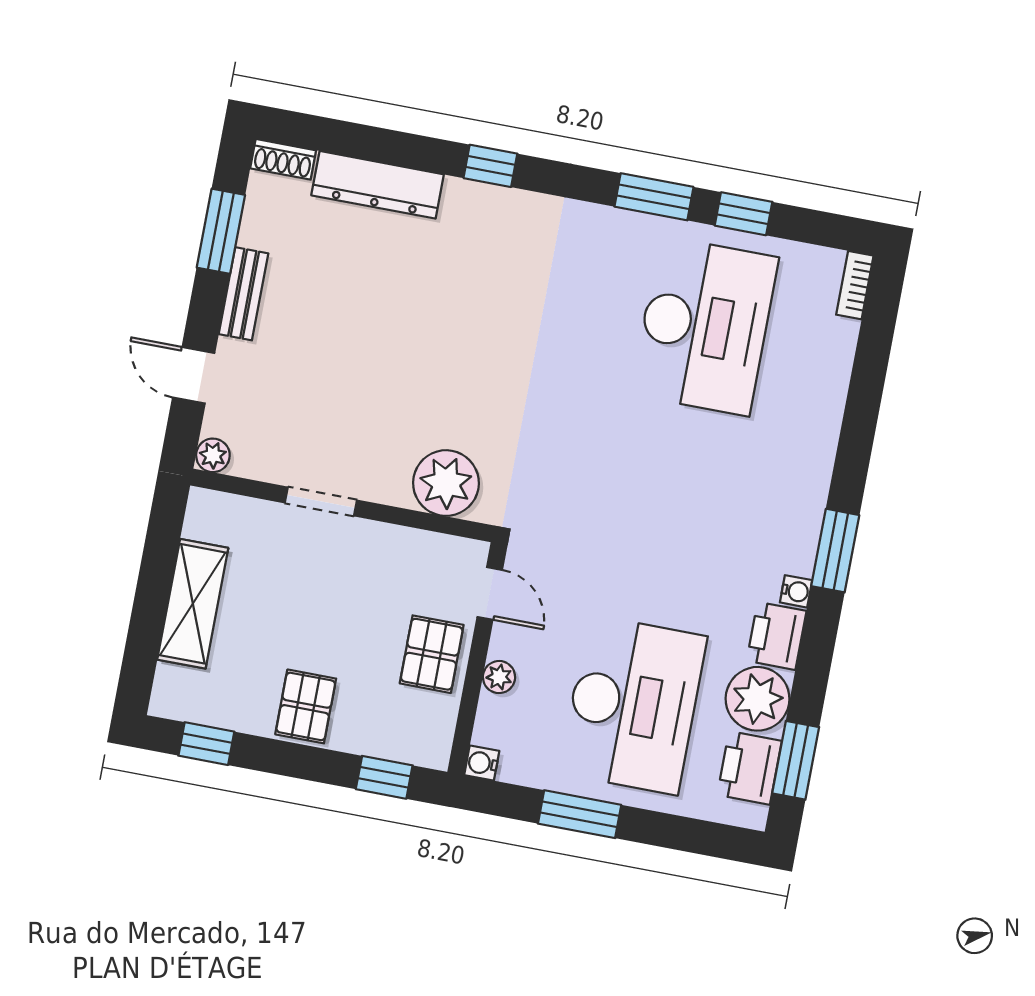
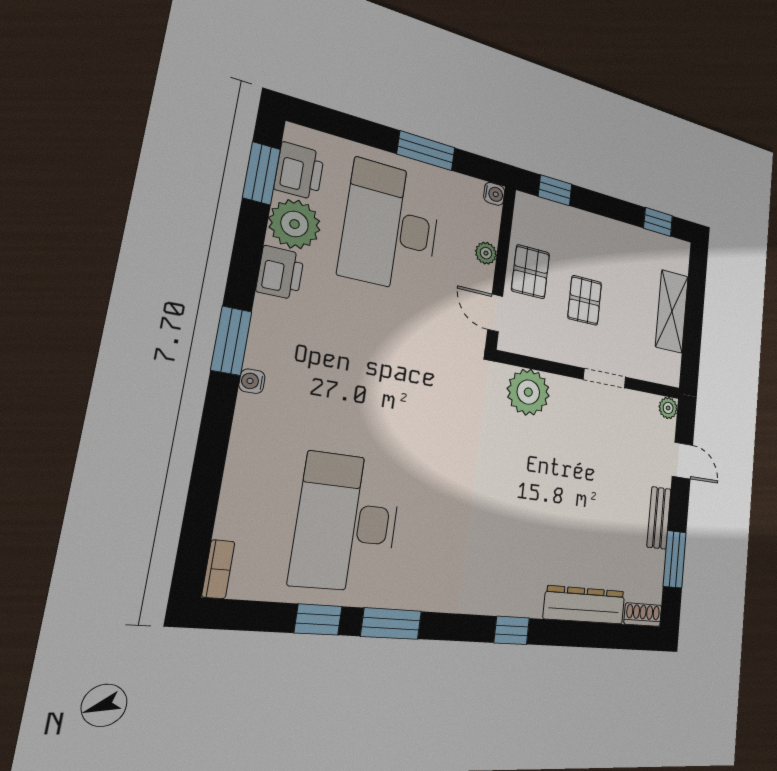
water cooler: (796, 591) -> (252, 381), moved
pallet: (306, 706) -> (585, 300), moved

